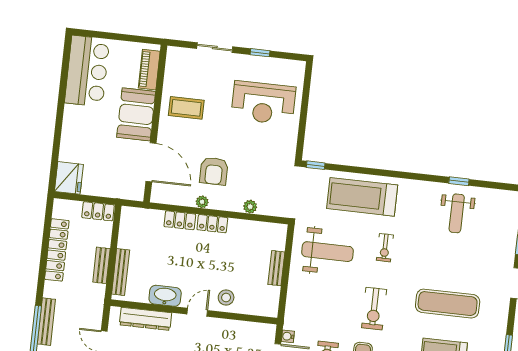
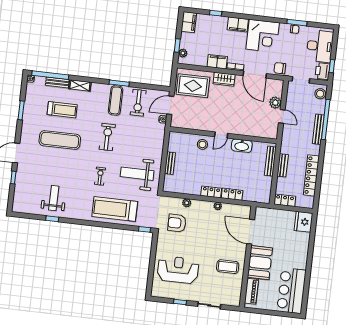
armchair: (214, 171) -> (177, 223), moved, turned -90
treadmill: (362, 197) -> (115, 209), turned 180
dresser: (145, 319) -> (254, 131), removed

